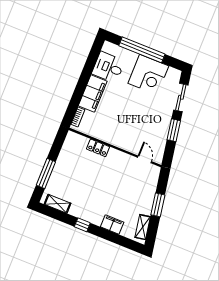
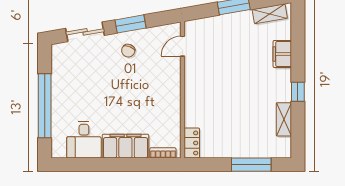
corner desk: (148, 75) -> (73, 85), removed
chair: (156, 121) -> (128, 51), added
locker: (98, 148) -> (192, 143), moved
shelving: (58, 204) -> (284, 119), moved

